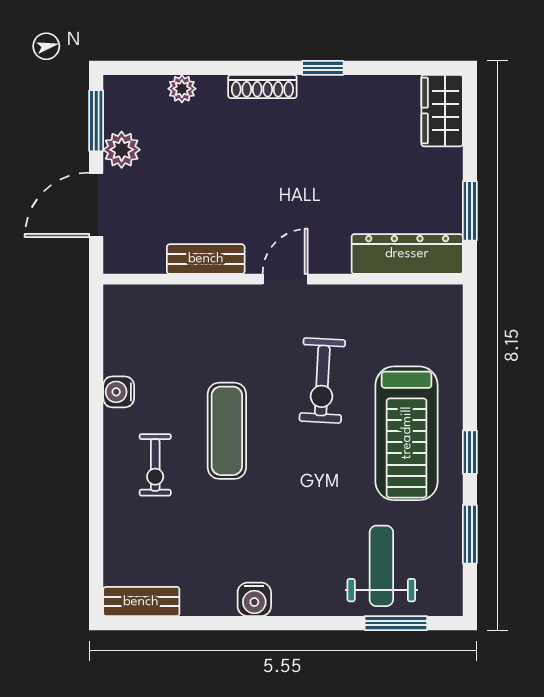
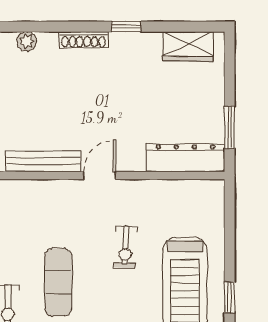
wardrobe: (442, 111) -> (188, 46), moved, turned -90
bench: (206, 259) -> (43, 161), width x1.36
exercise bike: (322, 381) -> (126, 247), width x0.73, depth x0.72

